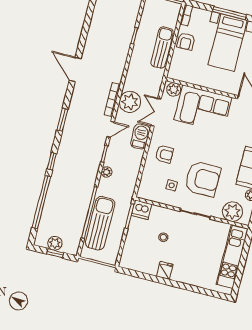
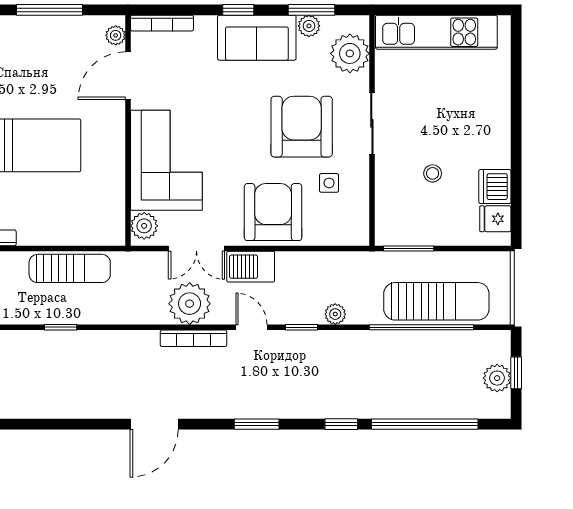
armchair: (186, 41) -> (46, 226), removed
sun lounger: (162, 48) -> (70, 268), turned 180
armchair: (164, 154) -> (273, 212), width x1.88, depth x1.88
dishwasher: (141, 210) -> (495, 187), moved, turned 180
sun lounger: (100, 223) -> (436, 301), turned 180
fridge: (165, 270) -> (495, 219), moved

